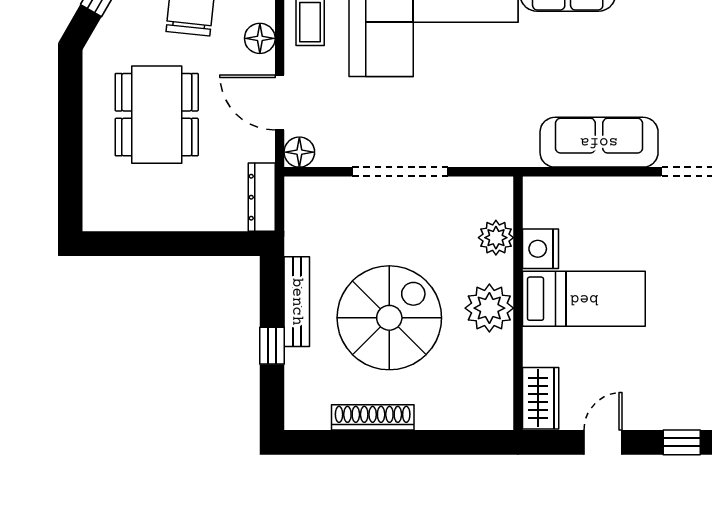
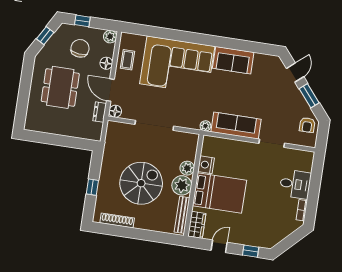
plant: (525, 154) -> (205, 126), added
dresser: (262, 197) -> (100, 112), moved, width x0.70
plant: (496, 238) -> (187, 168), moved
bed: (584, 299) -> (219, 193), width x1.50
bench: (297, 302) -> (182, 215), moved
shoe rack: (373, 417) -> (117, 220), moved

